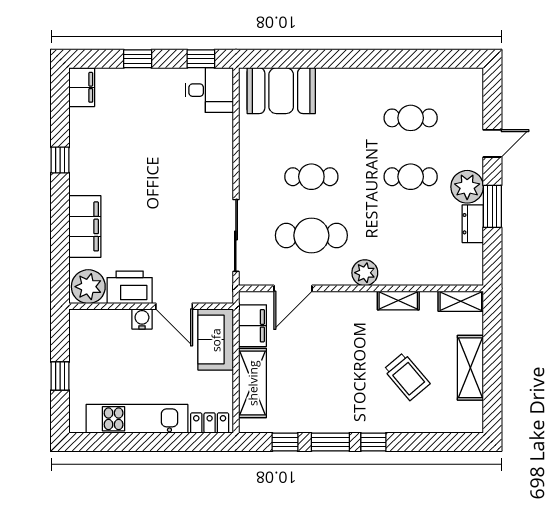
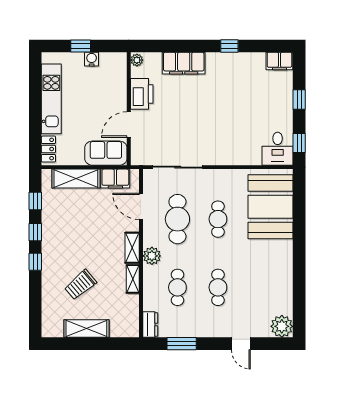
booth: (281, 91) -> (271, 207), width x1.36, depth x1.42
cafe table: (411, 118) -> (177, 287), moved
plant: (467, 187) -> (282, 326), moved
window: (492, 206) -> (182, 344), moved
dresser: (473, 224) -> (150, 325), moved, turned 90
plant: (88, 287) -> (137, 60), width x0.53, depth x0.53
shelving: (461, 301) -> (132, 248), moved
water cooler: (142, 319) -> (92, 59), moved, turned -90
window: (330, 442) -> (35, 232), width x0.67

